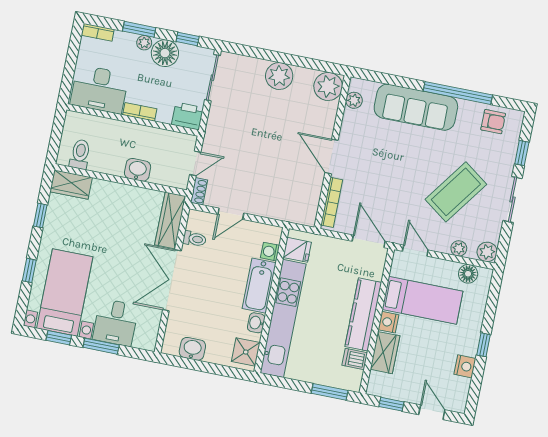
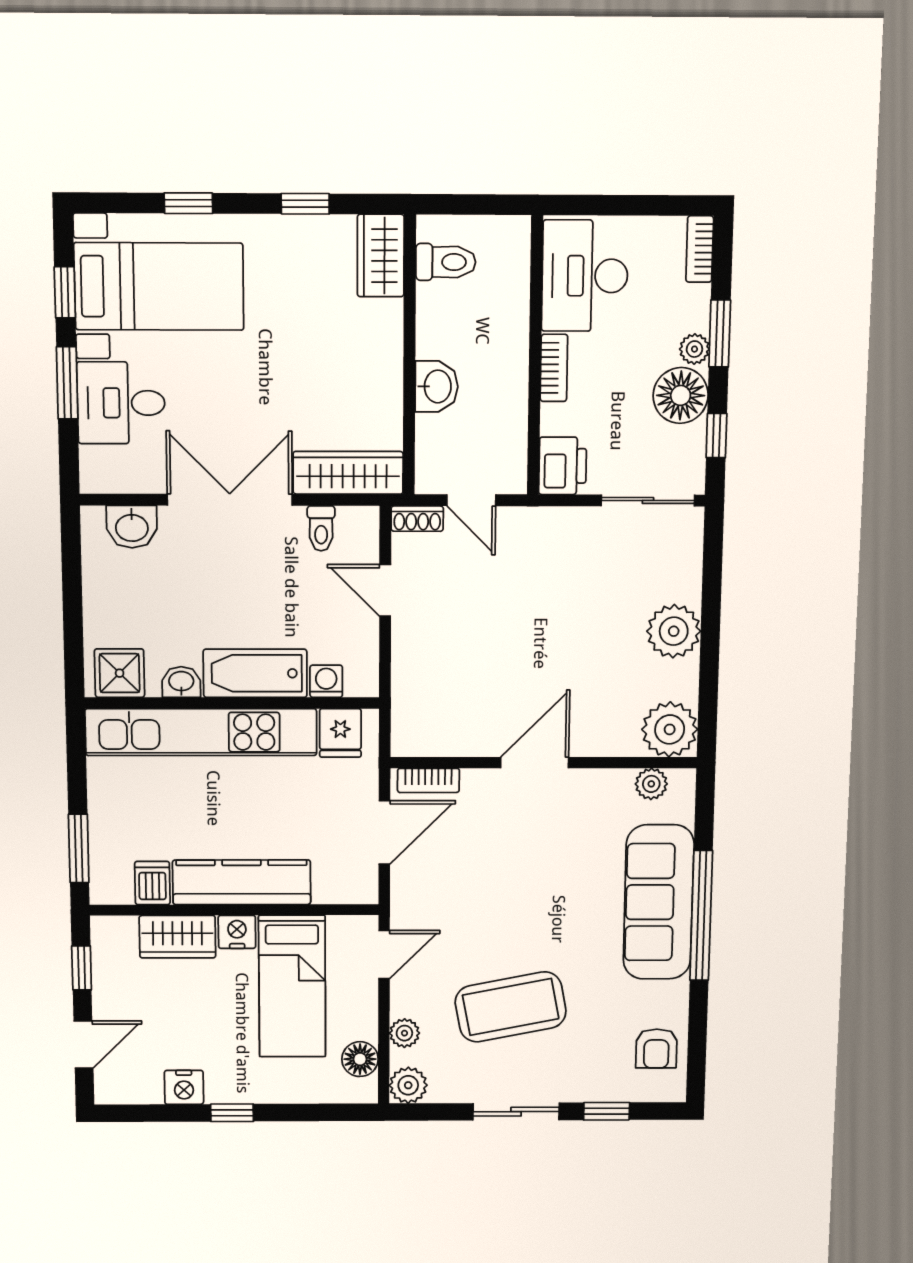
window: (458, 93) -> (701, 916), moved
coffee table: (456, 192) -> (511, 1007), turned -47
bookcase: (332, 202) -> (428, 780), width x0.64
door: (369, 241) -> (384, 832), moved
washbasin: (192, 349) -> (132, 527), moved, turned 90

